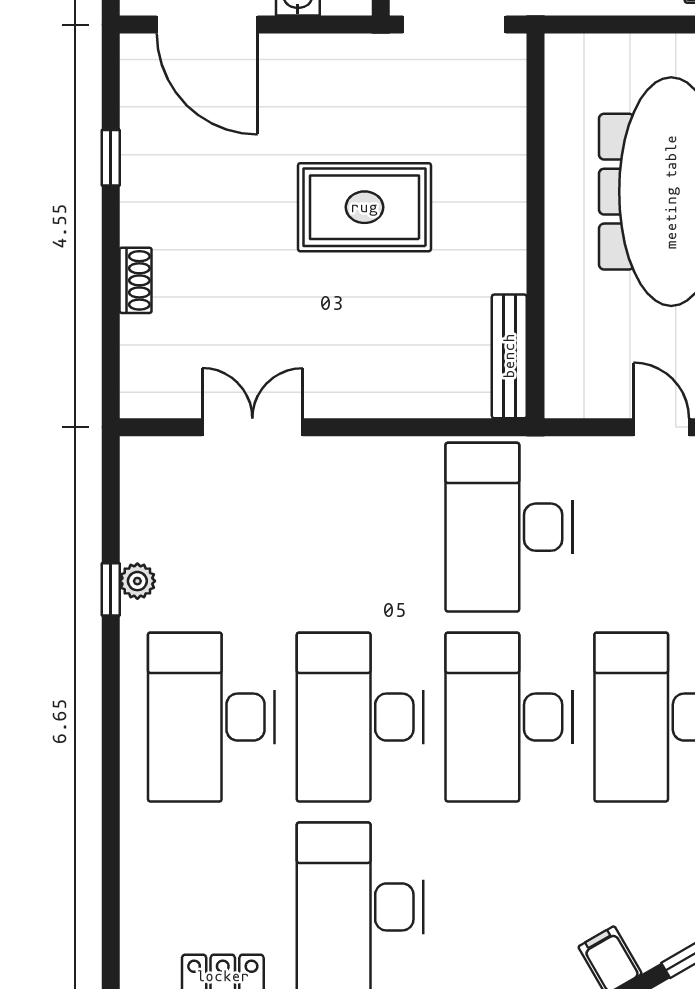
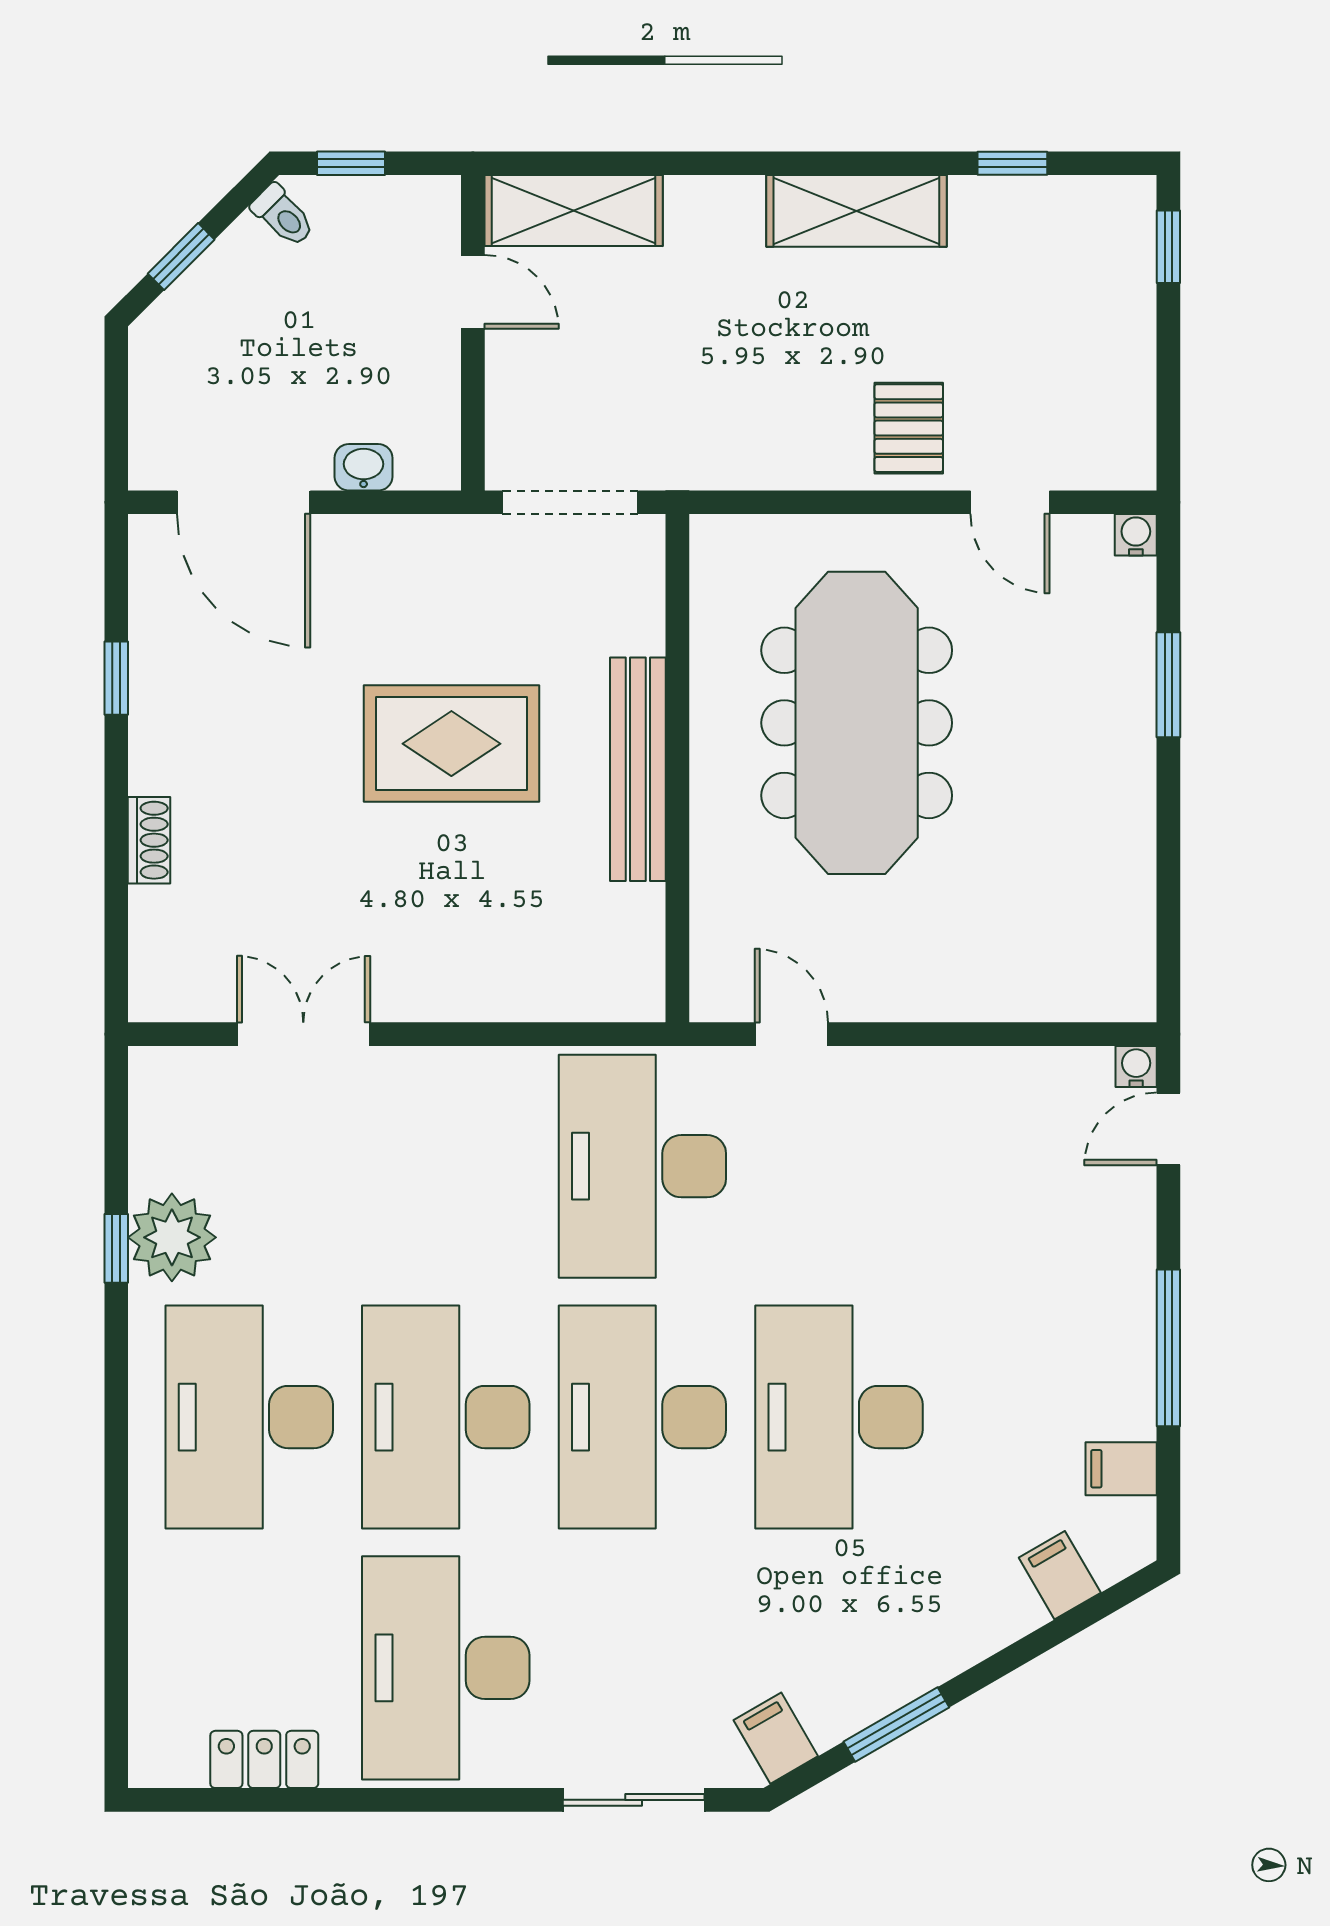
bench: (509, 356) -> (638, 769), moved, width x1.37, depth x1.21
door: (661, 427) -> (791, 1034), moved
plant: (137, 581) -> (172, 1237), width x1.88, depth x1.88

